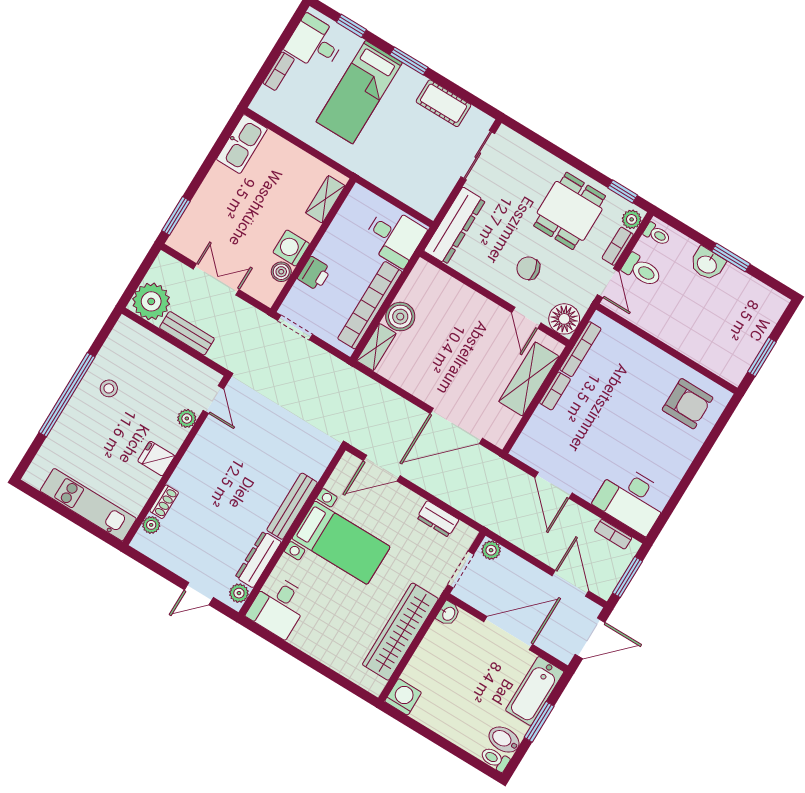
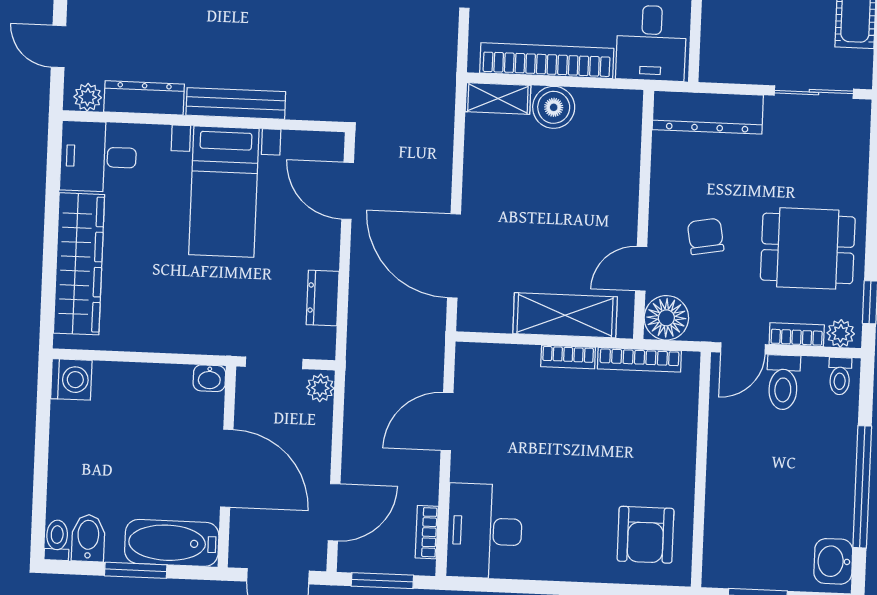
window: (731, 258) -> (862, 487), width x2.11
washbasin: (707, 264) -> (833, 561), moved
wardrobe: (400, 632) -> (79, 264), moved, turned 90

